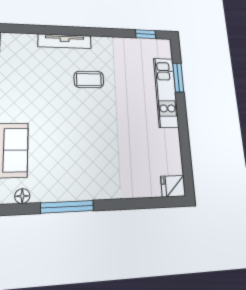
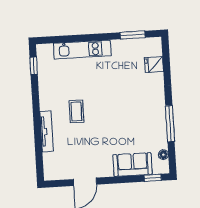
window: (178, 77) -> (133, 35), moved
fridge: (173, 186) -> (154, 65), moved, turned 90

